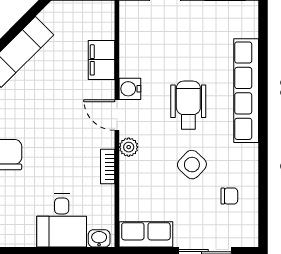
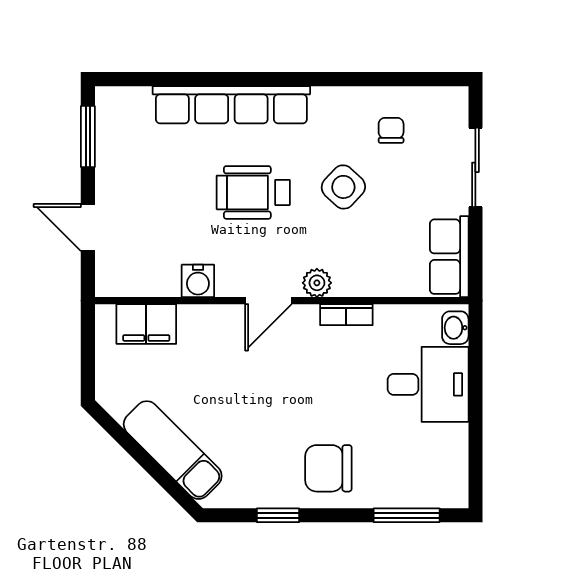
filing cabinet: (101, 60) -> (146, 324), moved
water cooler: (130, 89) -> (198, 281), moved

